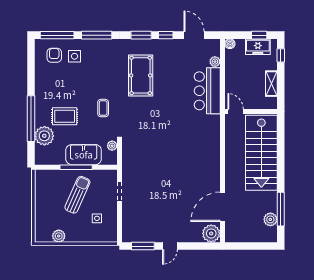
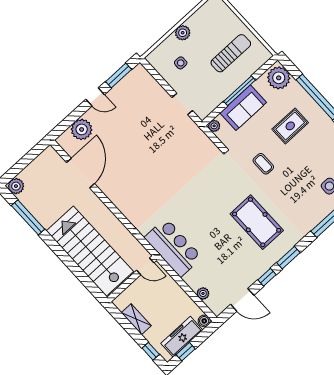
freezer: (258, 47) -> (182, 337), width x1.40
bar counter: (207, 91) -> (173, 248), moved
plant: (44, 136) -> (279, 78), moved
plant: (112, 146) -> (214, 126), moved
sun lounger: (77, 195) -> (231, 53), moved, turned -114
plant: (270, 219) -> (16, 186), moved
plant: (211, 233) -> (82, 129), moved
plant: (59, 236) -> (183, 33), moved
door: (170, 246) -> (95, 97), swing flipped

